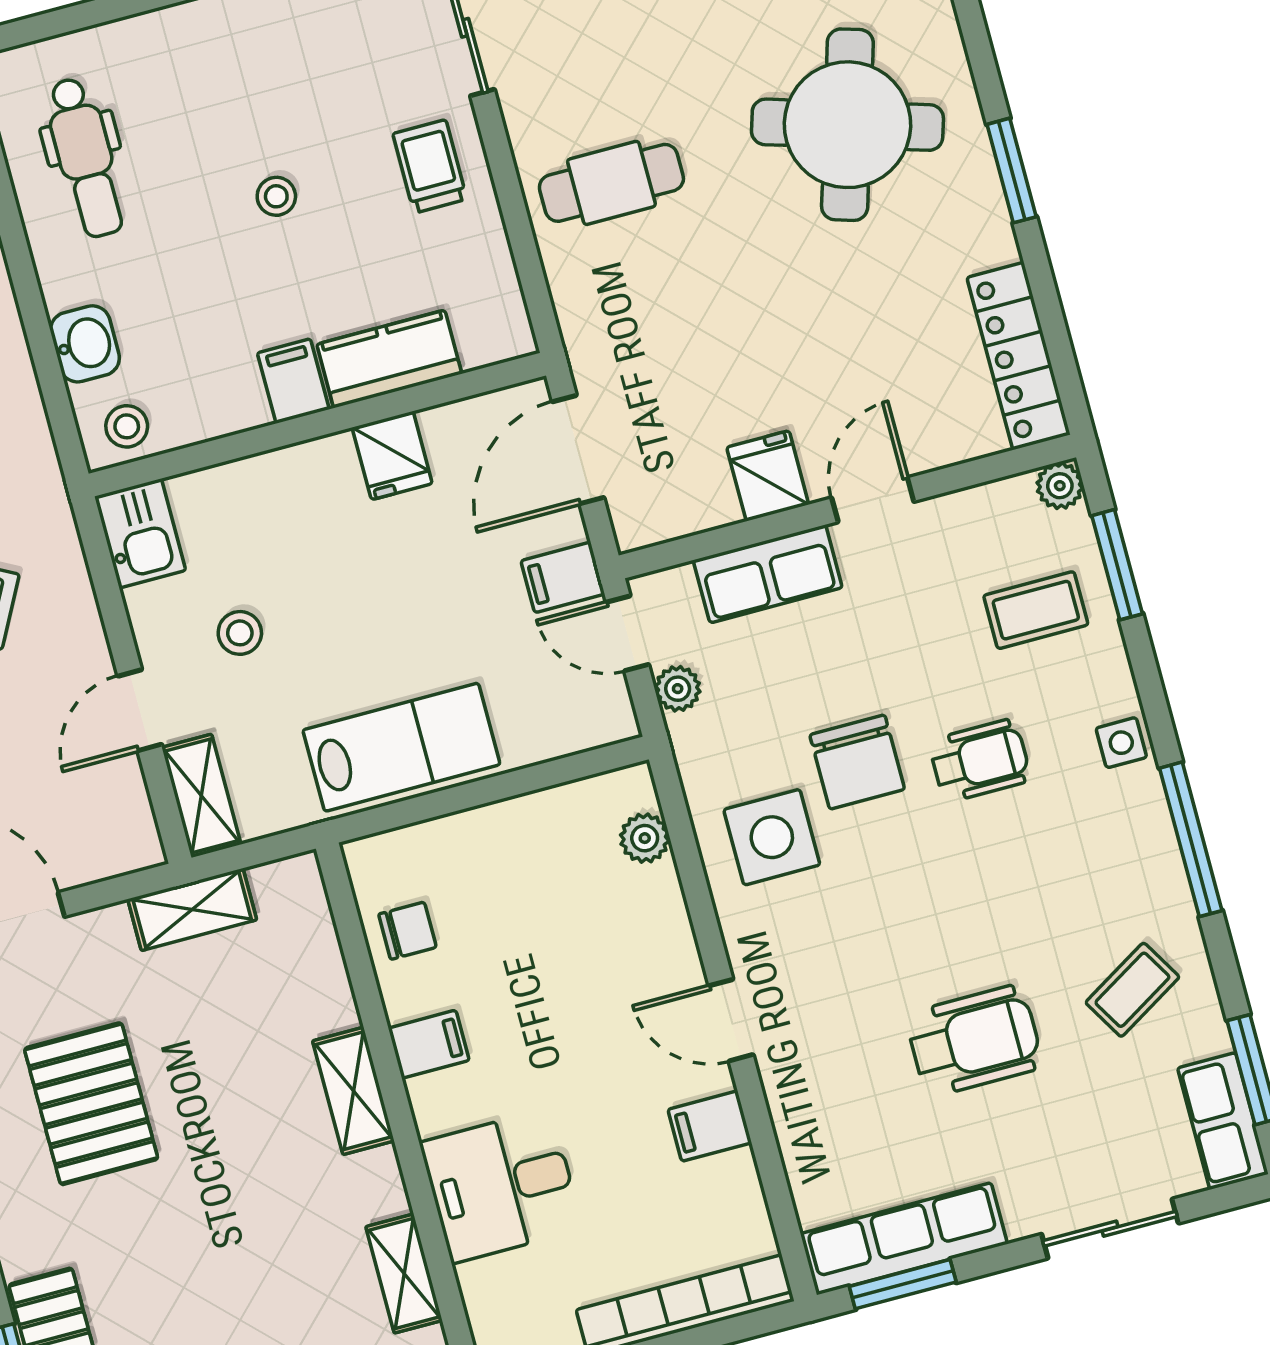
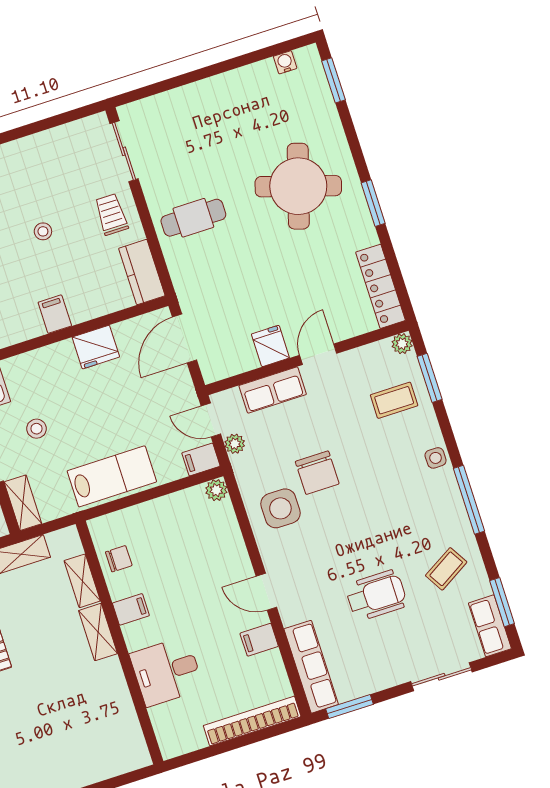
kitchen counter: (389, 359) -> (142, 272), moved, turned -90
fridge: (392, 456) -> (96, 347), width x1.38
filing cabinet: (563, 577) -> (201, 460), moved
wheelchair: (980, 761) -> (372, 469), removed
plant: (645, 838) -> (216, 490), moved
row of seats: (904, 1239) -> (311, 667), moved, turned 90
shelving: (404, 1274) -> (82, 581), moved

